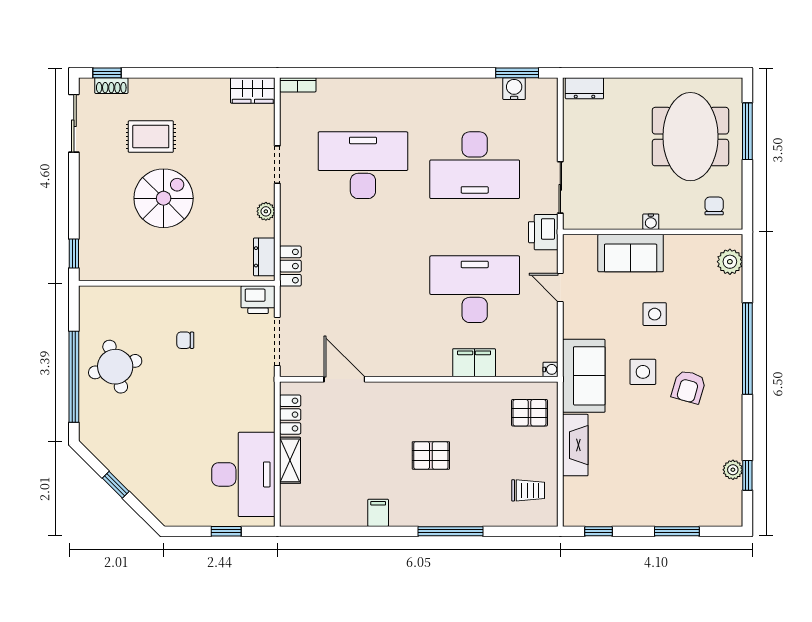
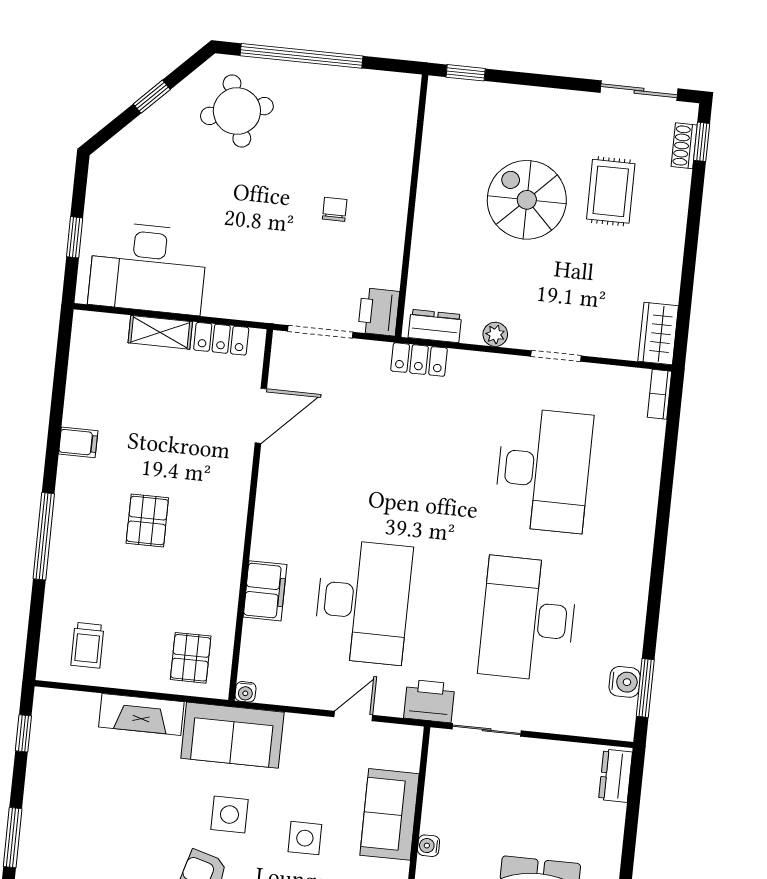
spiral stairs: (164, 198) -> (527, 200), turned 180
round table: (115, 367) -> (237, 111), moved

